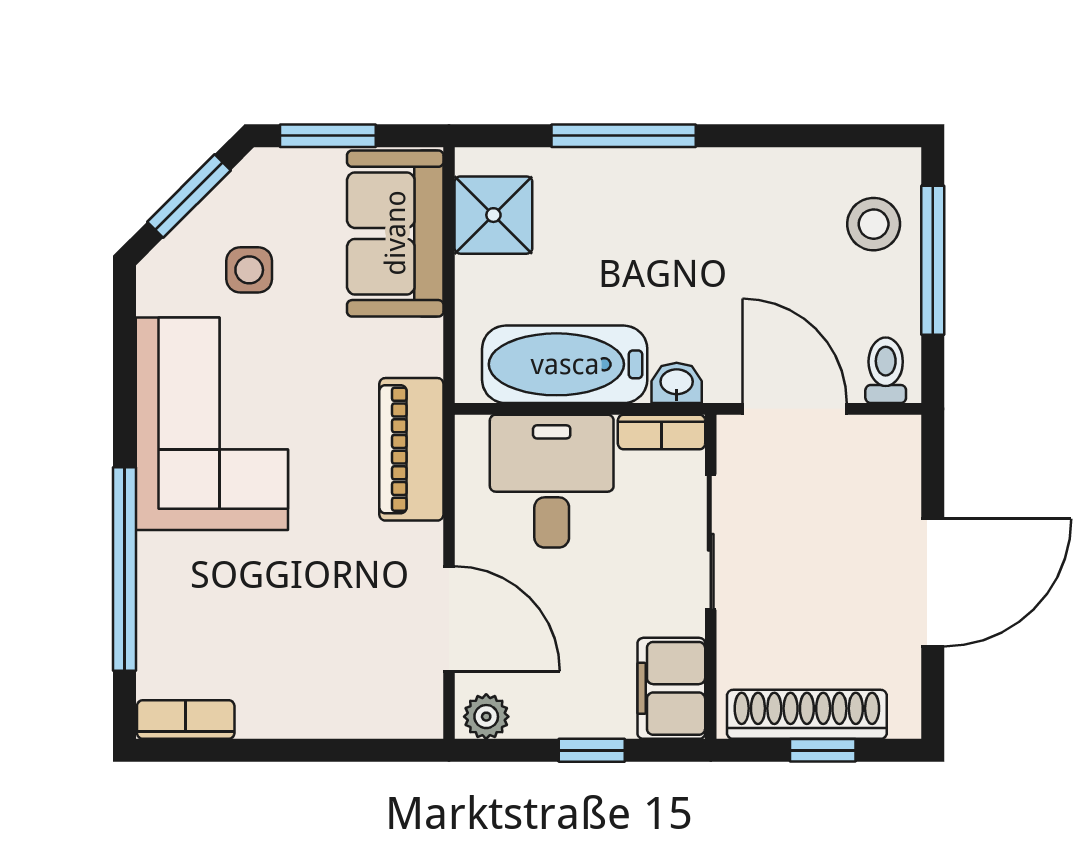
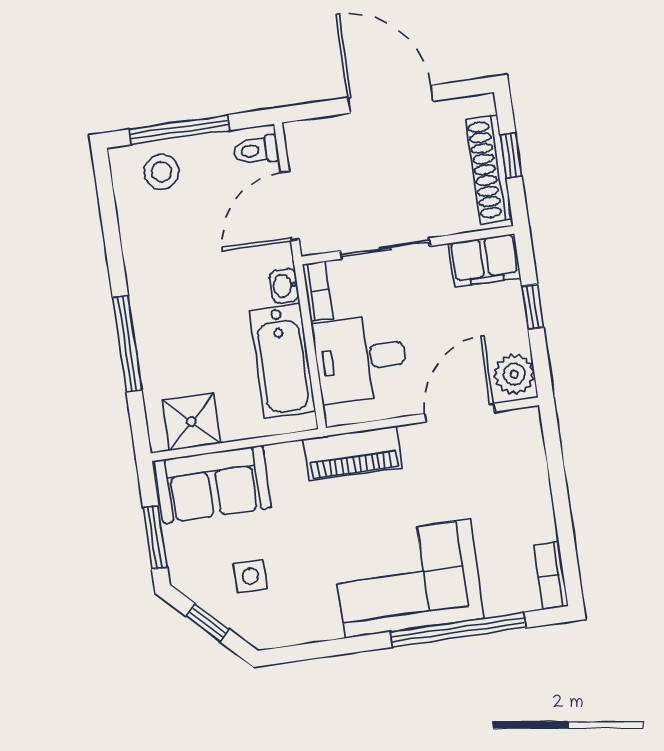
window: (189, 196) -> (208, 623), width x0.67
corner sofa: (212, 424) -> (408, 579), moved
plant: (486, 717) -> (514, 374), width x1.38, depth x1.38

